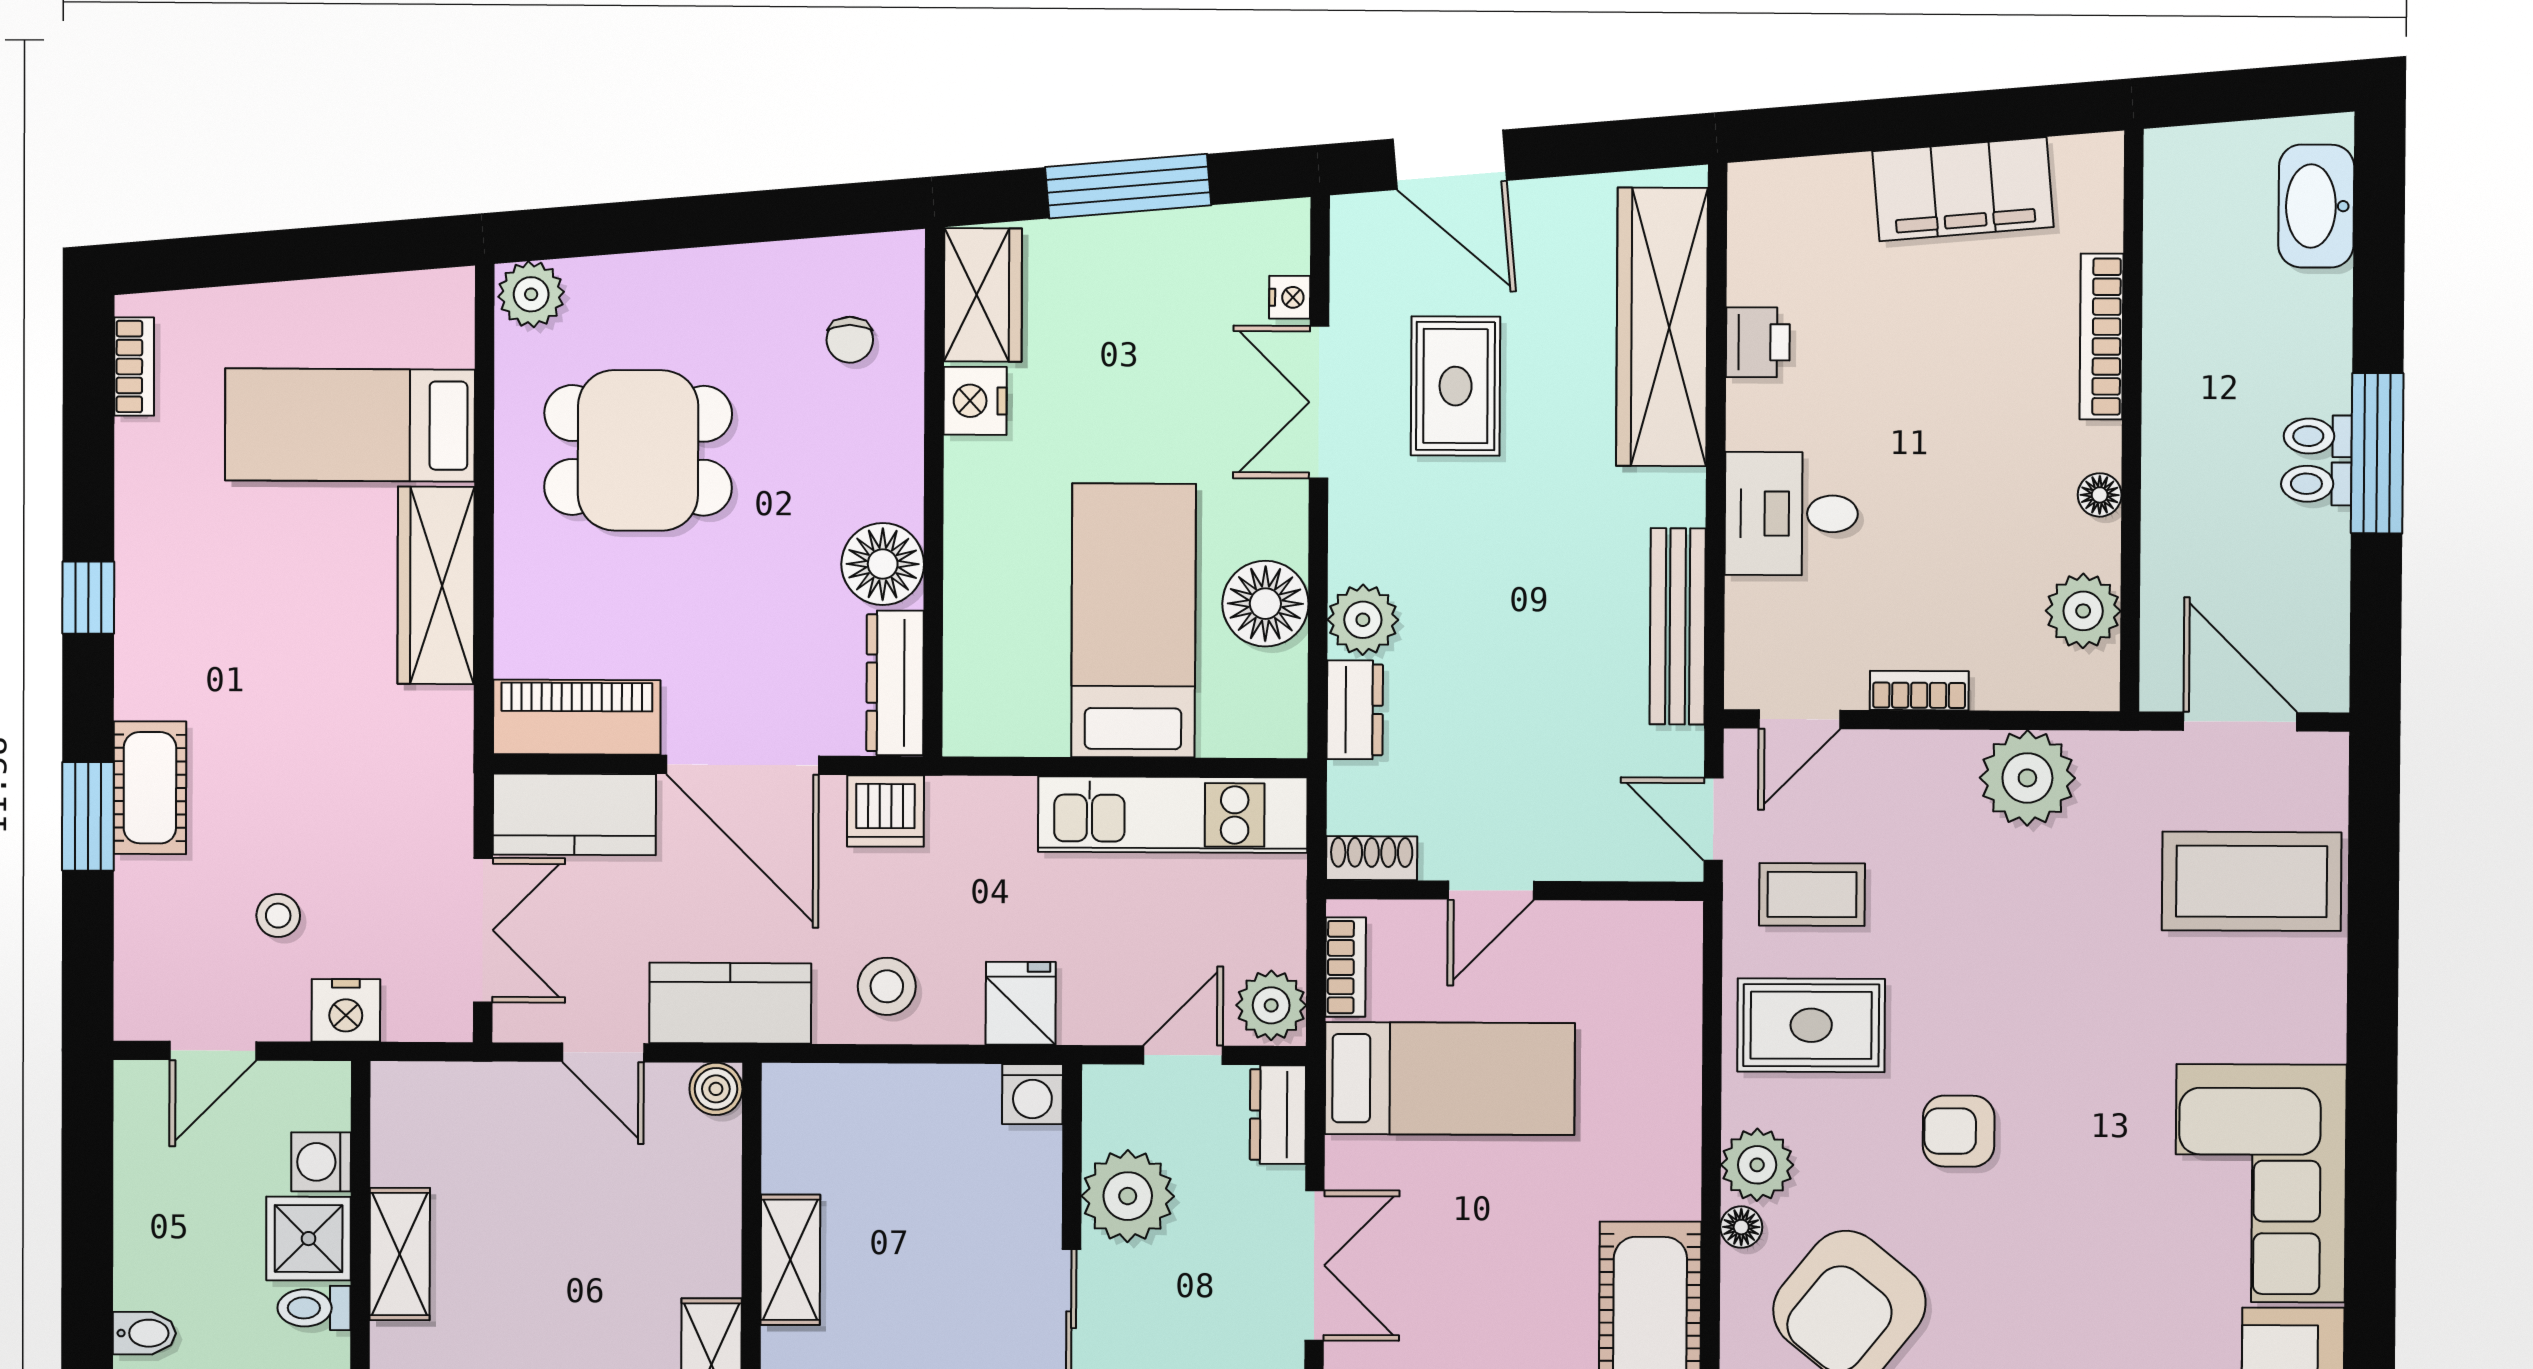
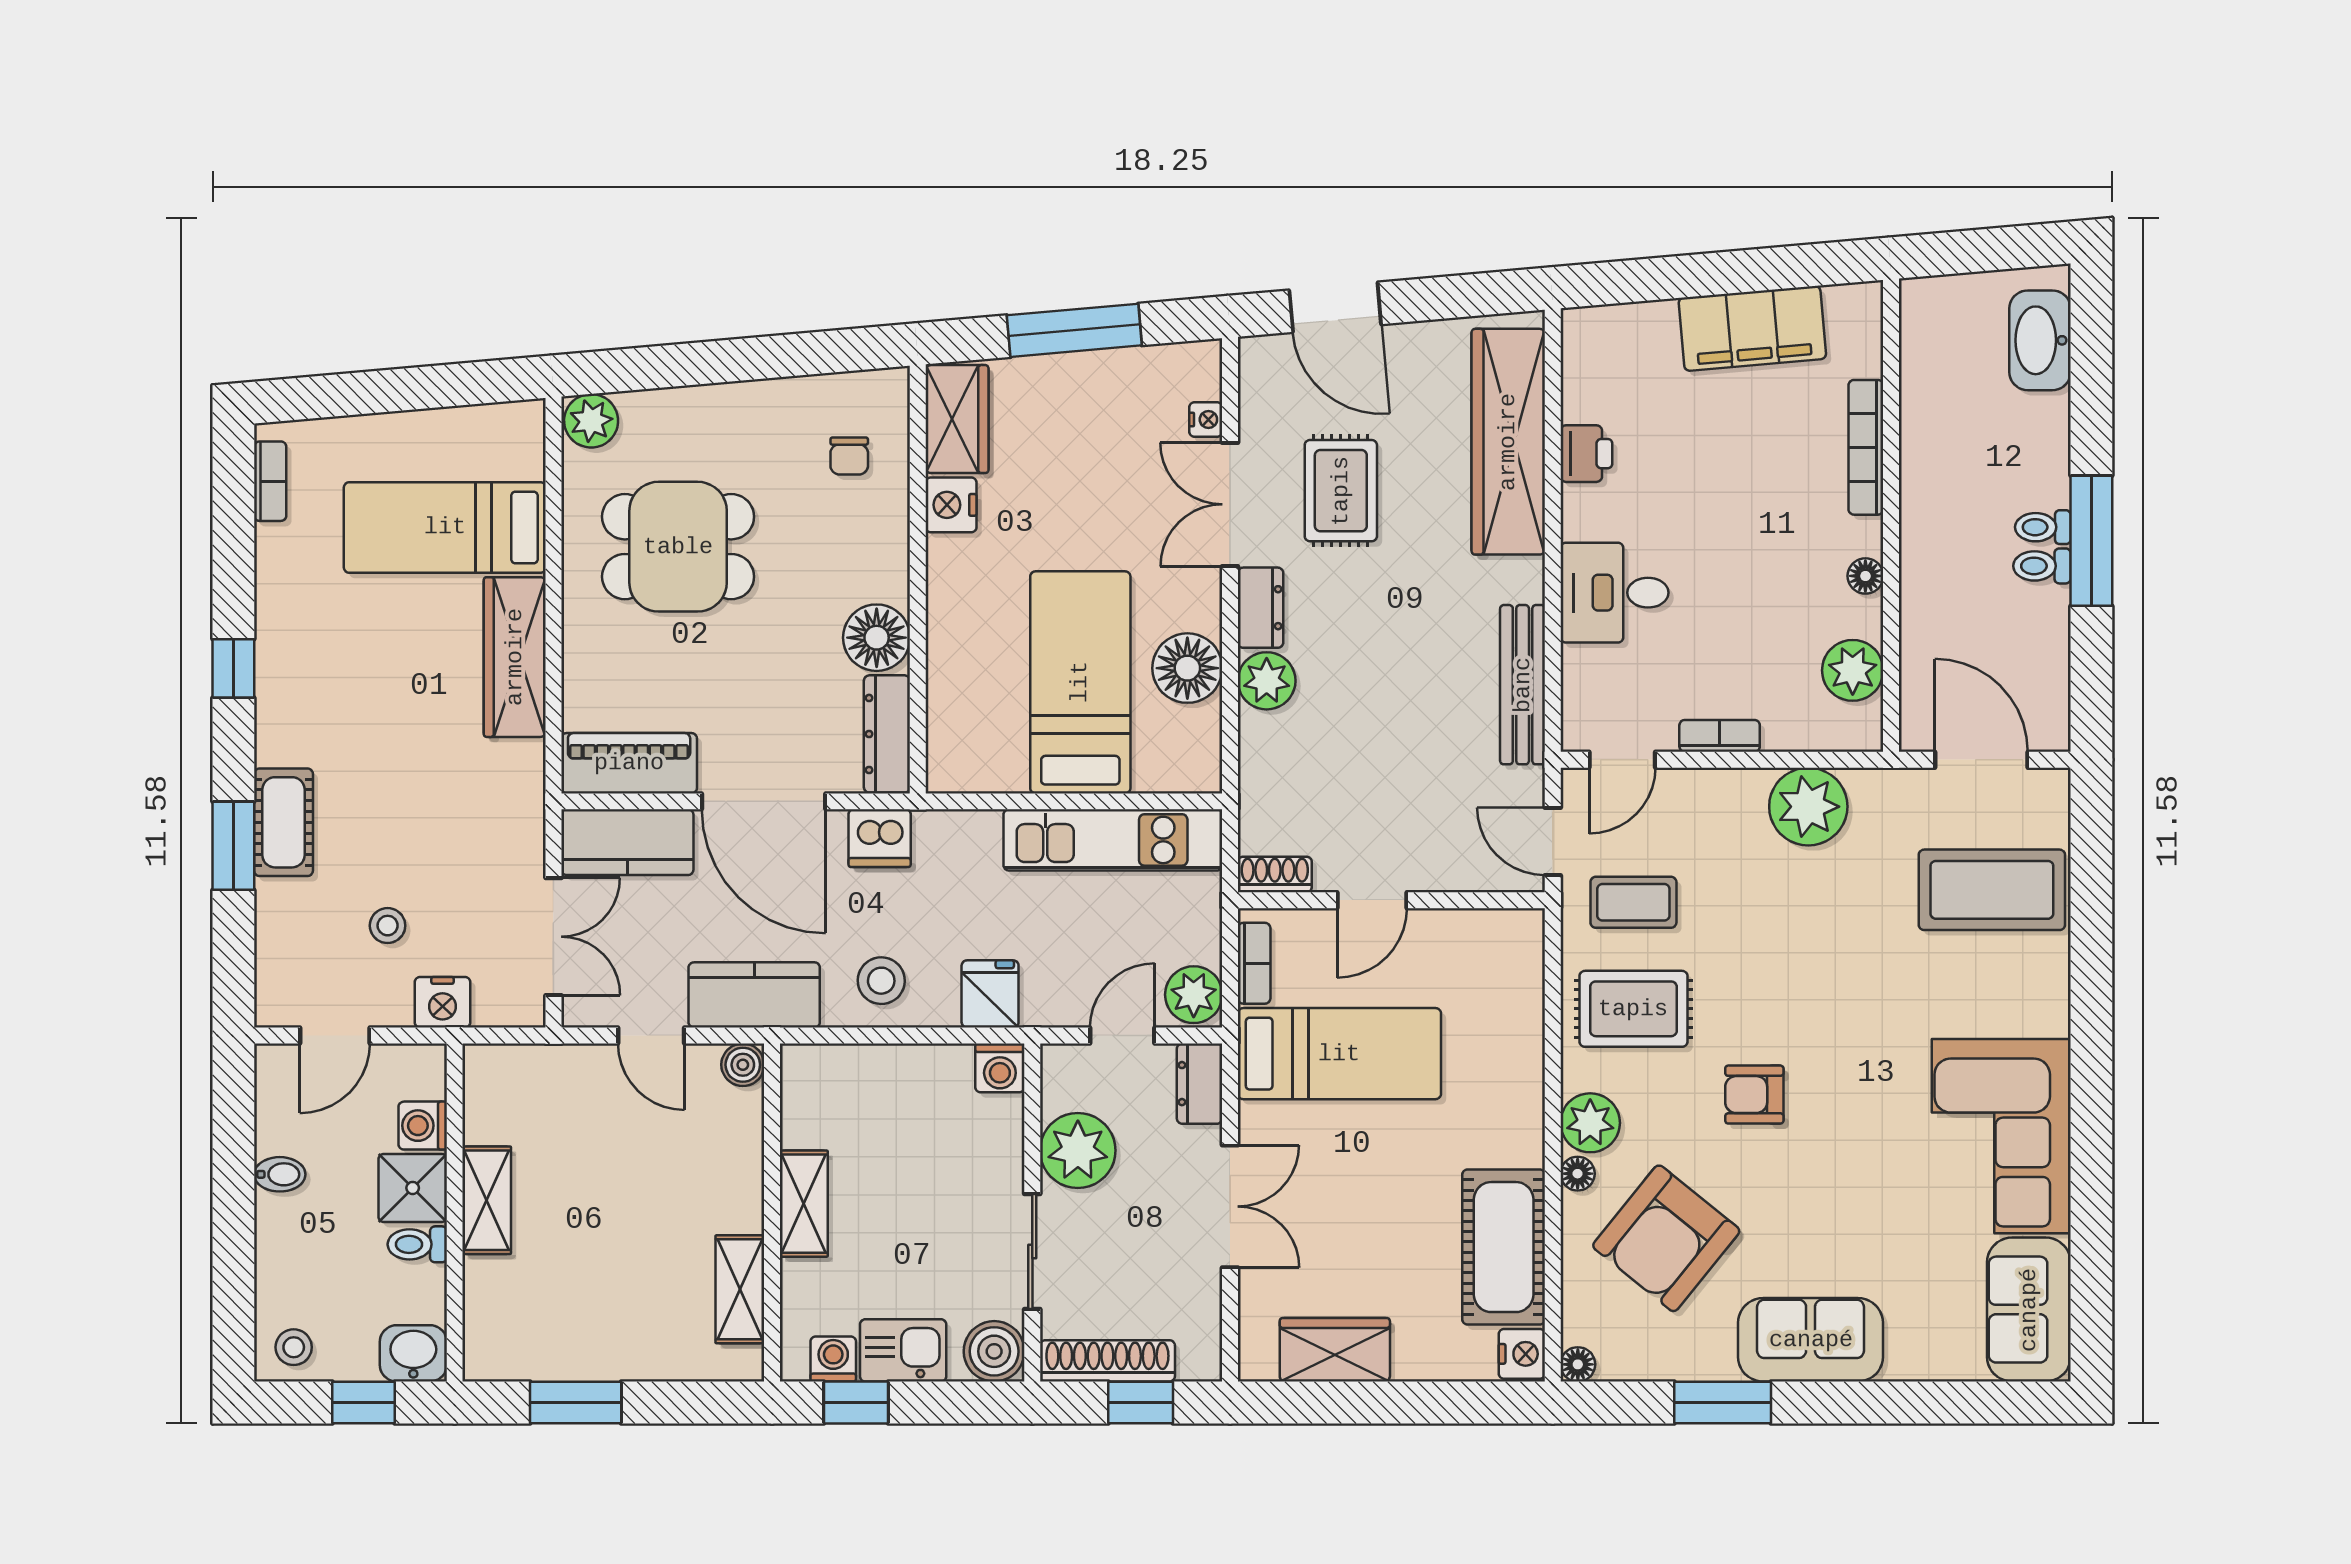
dresser: (1355, 710) -> (1260, 608), moved
bidet: (144, 1333) -> (280, 1174), moved

